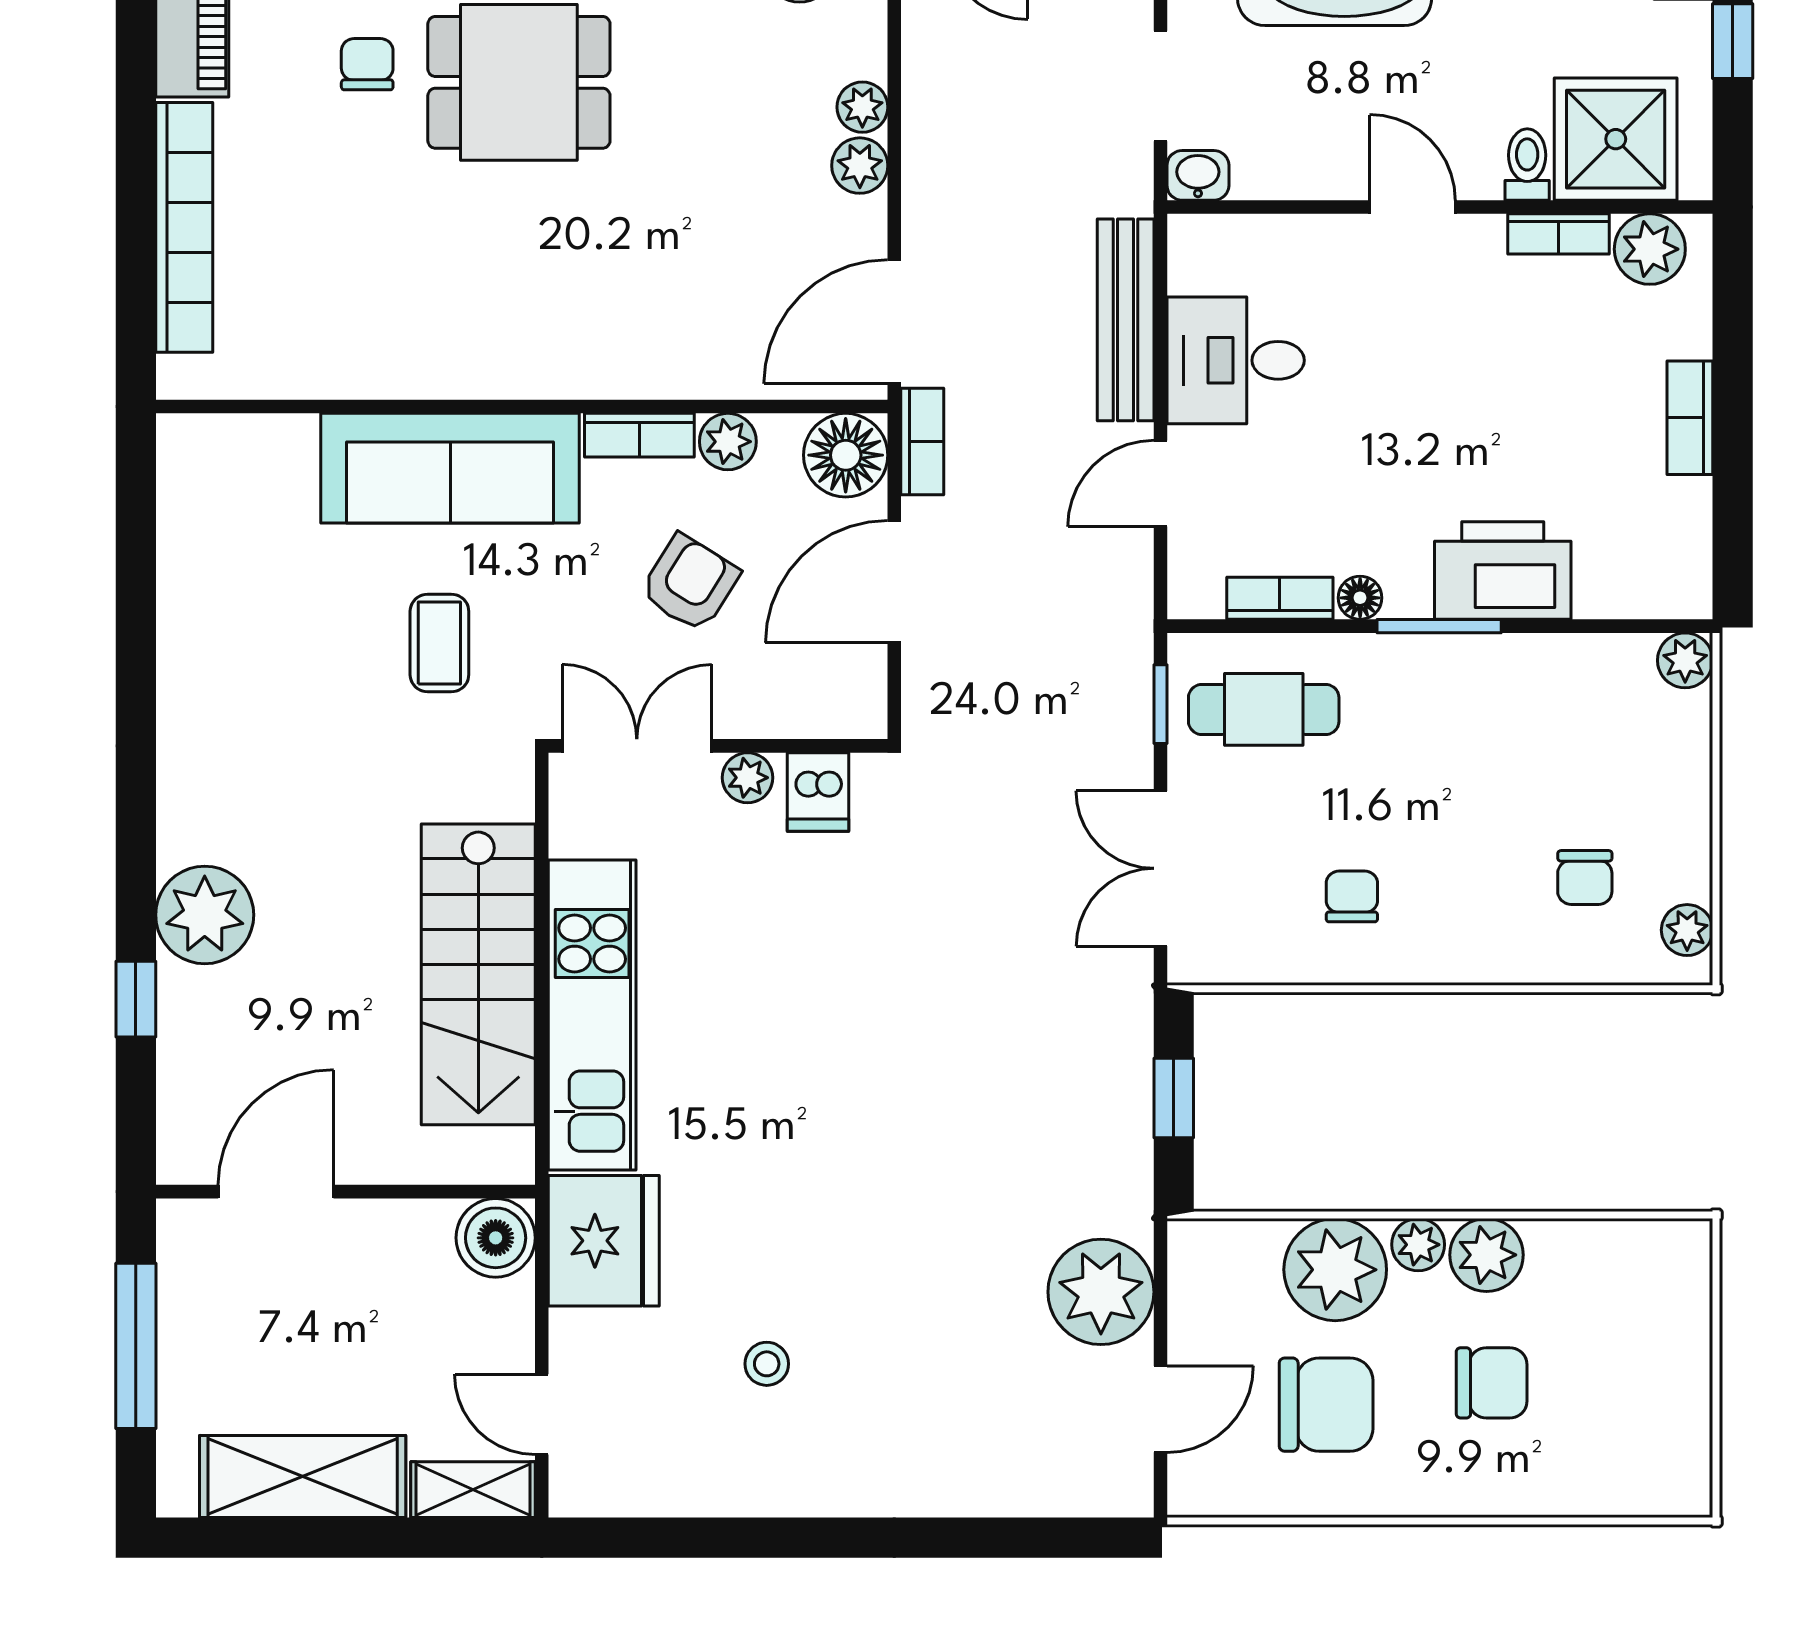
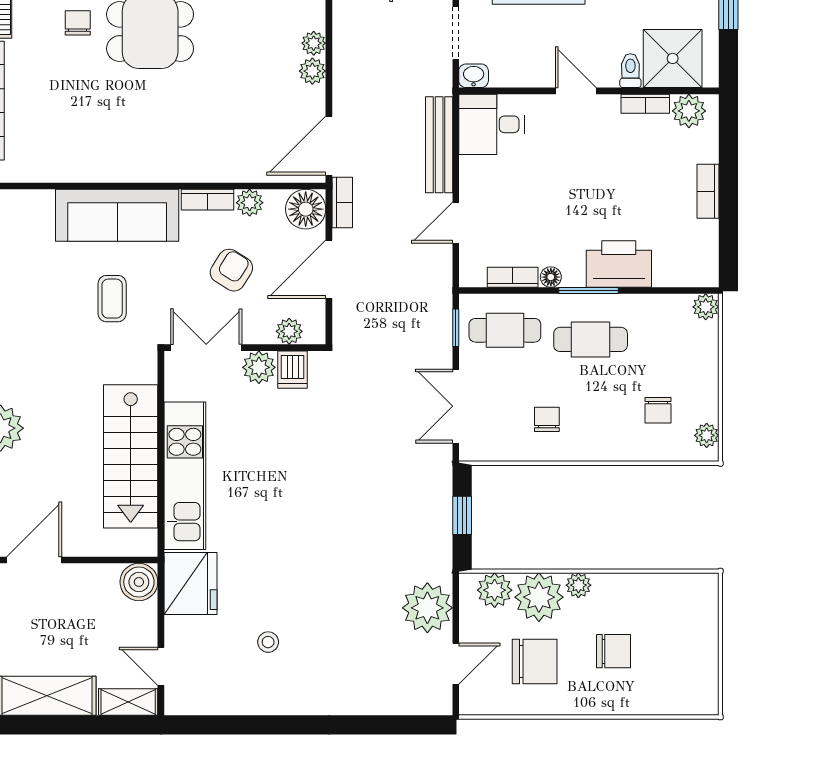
desk: (1236, 360) -> (492, 124), moved
plant: (811, 712) -> (289, 331), added
cafe table: (1443, 729) -> (591, 339), added
plant: (748, 778) -> (259, 367), width x1.38, depth x1.38
plant: (1486, 1255) -> (495, 590), moved

